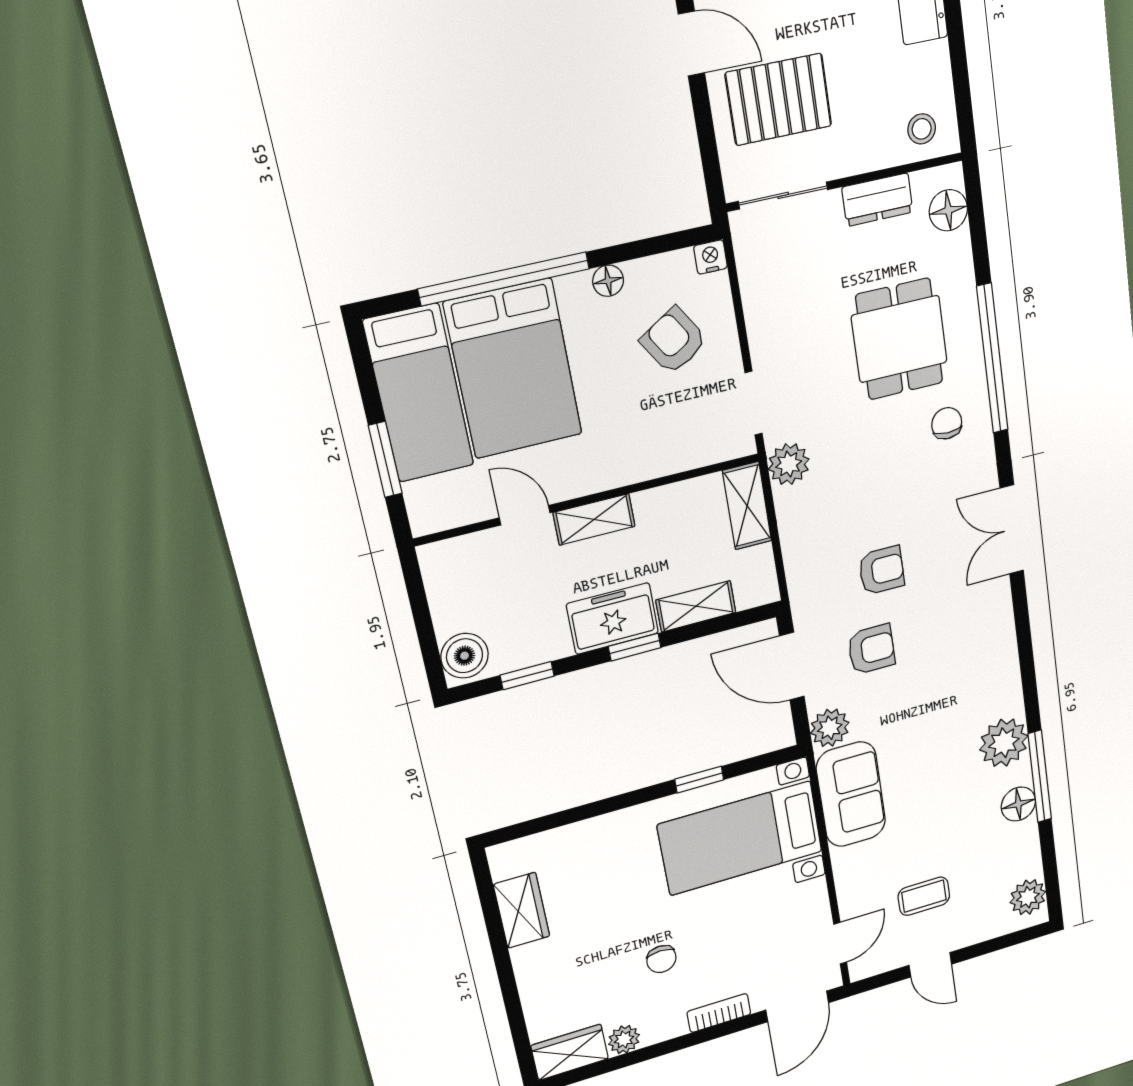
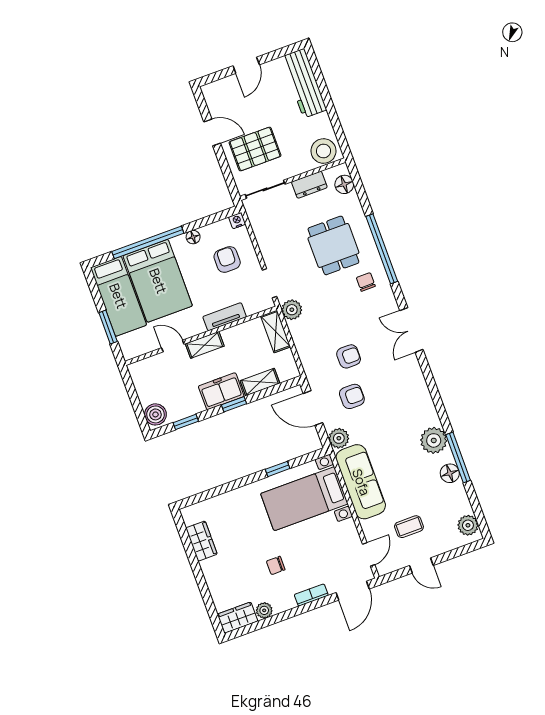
stool: (922, 129) -> (323, 151), width x1.89, depth x1.89
armchair: (674, 341) -> (227, 260), turned 32
tv unit: (647, 464) -> (225, 317), added
sofa: (851, 794) -> (361, 482), width x1.36
chair: (661, 959) -> (276, 565), turned 90

